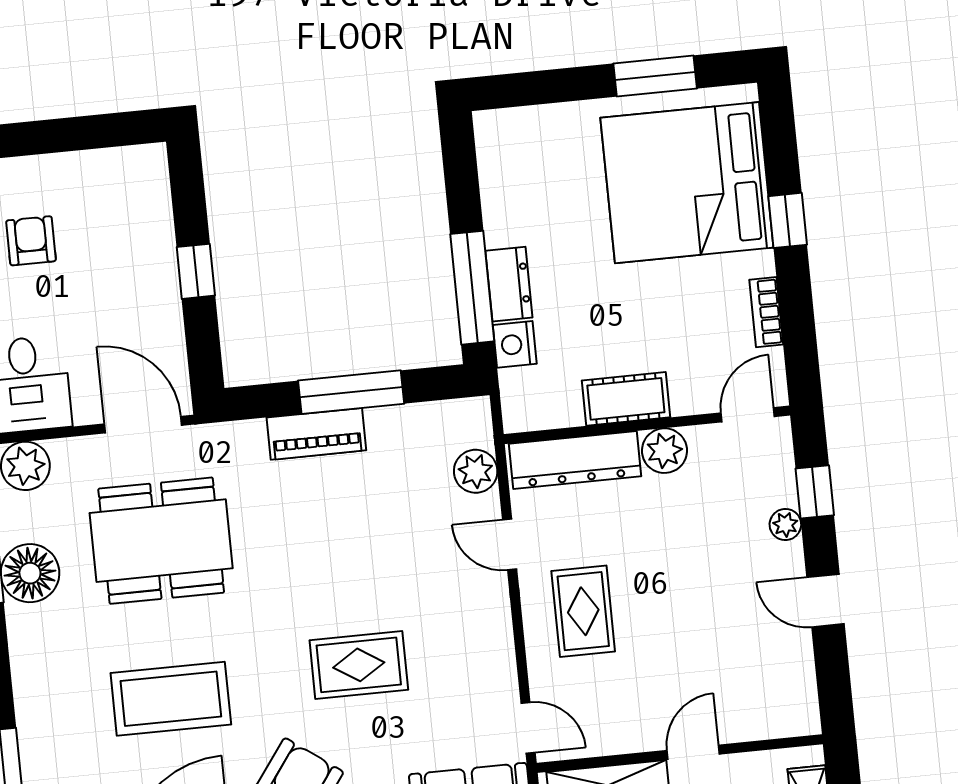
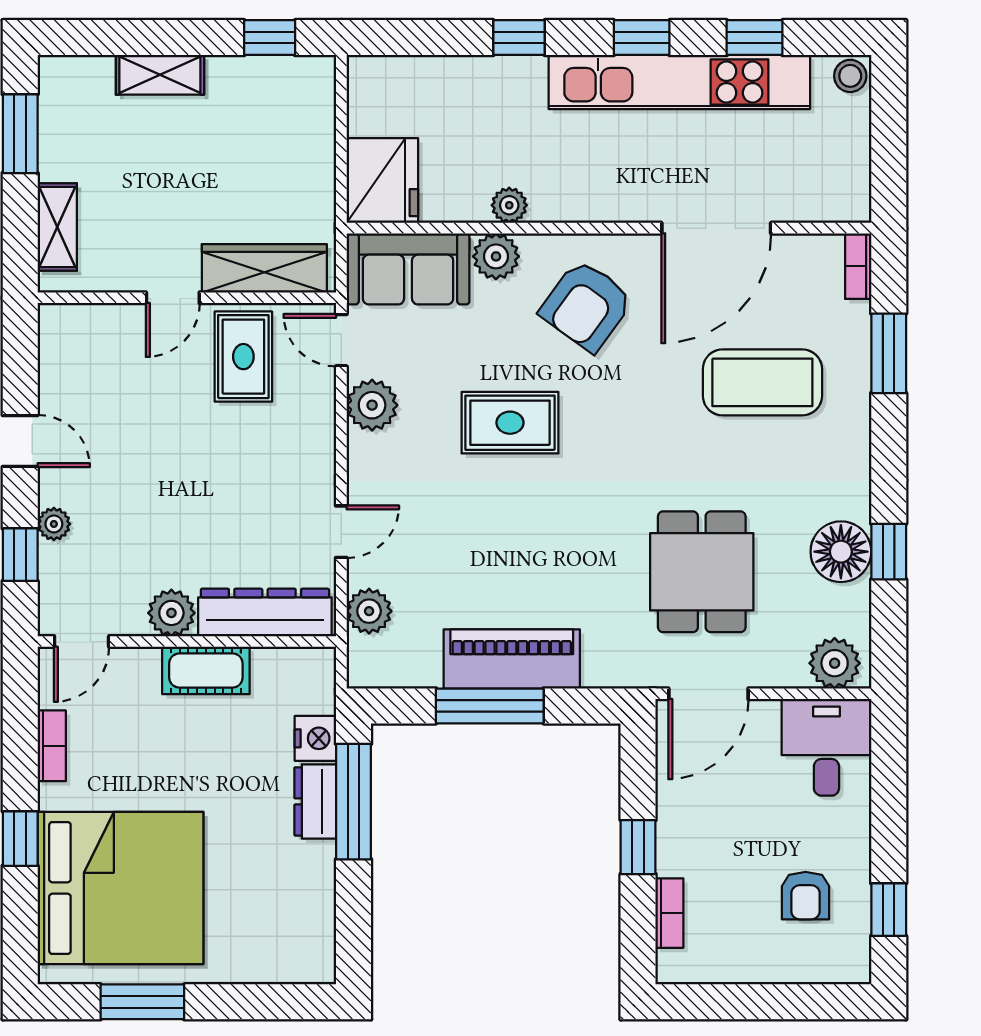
bookcase: (160, 211) -> (669, 913), added
door: (143, 425) -> (708, 694), hinge flipped
piano: (316, 434) -> (512, 659), width x1.37, depth x1.33
dining table: (161, 541) -> (702, 572), width x0.73
door: (510, 545) -> (341, 532), hinge flipped
rug: (583, 611) -> (243, 357), moved
plant: (492, 669) -> (372, 405), added
coffee table: (171, 699) -> (762, 382), moved

